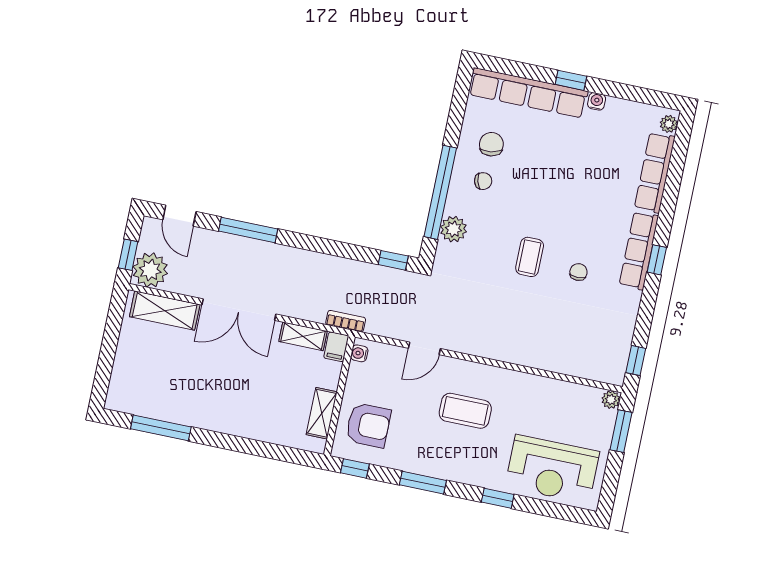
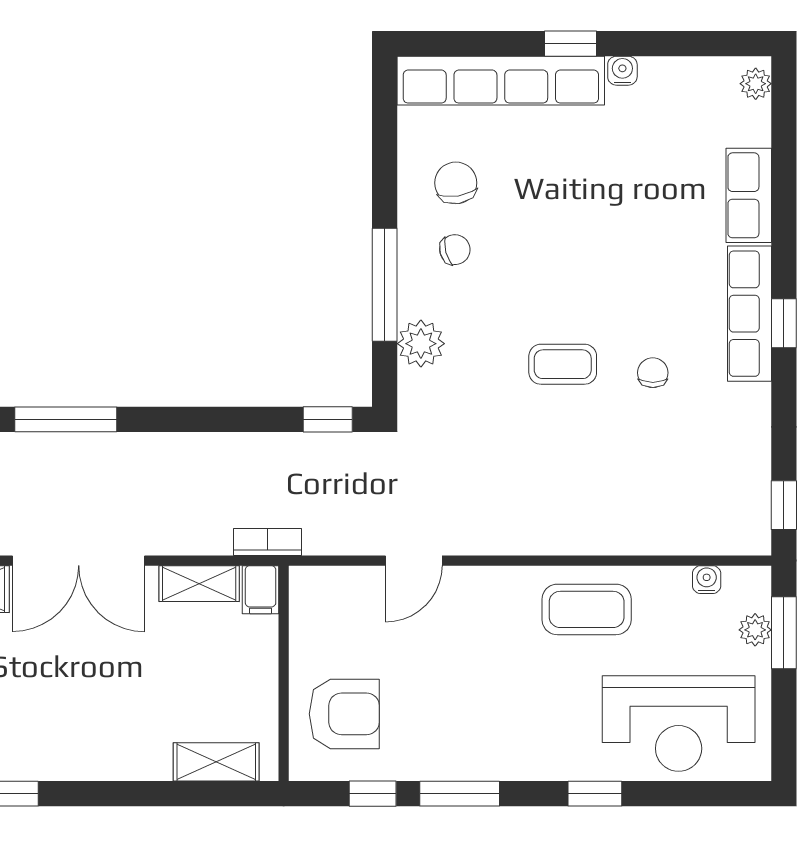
row of seats: (655, 172) -> (749, 195), width x0.68
window: (440, 192) -> (385, 285), width x0.68
coffee table: (530, 257) -> (563, 364), turned 90
water cooler: (359, 353) -> (707, 580), moved, turned 90
plant: (611, 400) -> (755, 630), moved
coffee table: (465, 411) -> (587, 609), moved
shelving: (322, 413) -> (216, 762), moved, turned 90
window: (355, 468) -> (373, 794), moved

